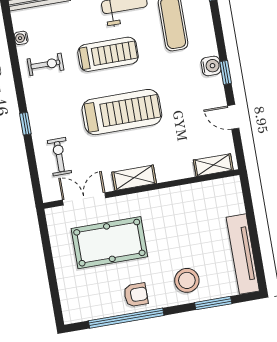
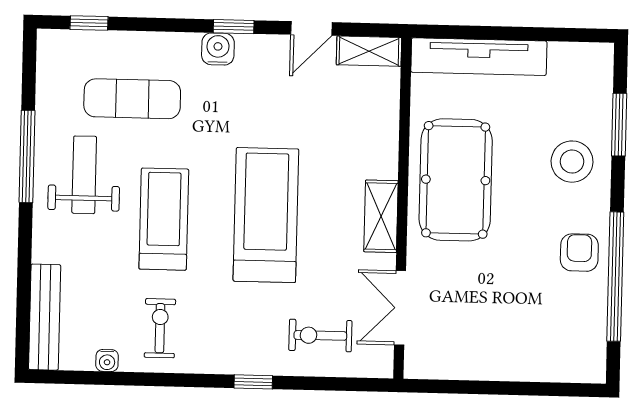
shelving: (213, 165) -> (369, 51), moved, turned 90
pool table: (109, 243) -> (456, 180), moved
tv unit: (243, 254) -> (479, 57), moved

